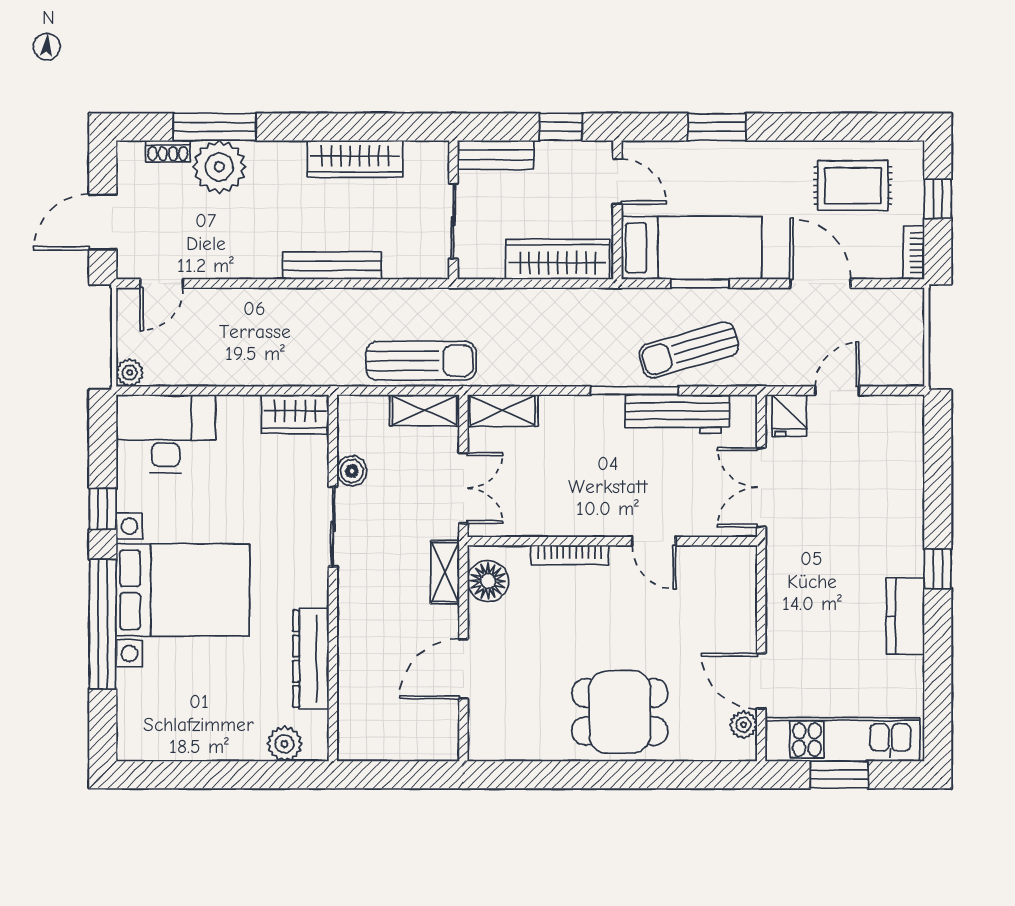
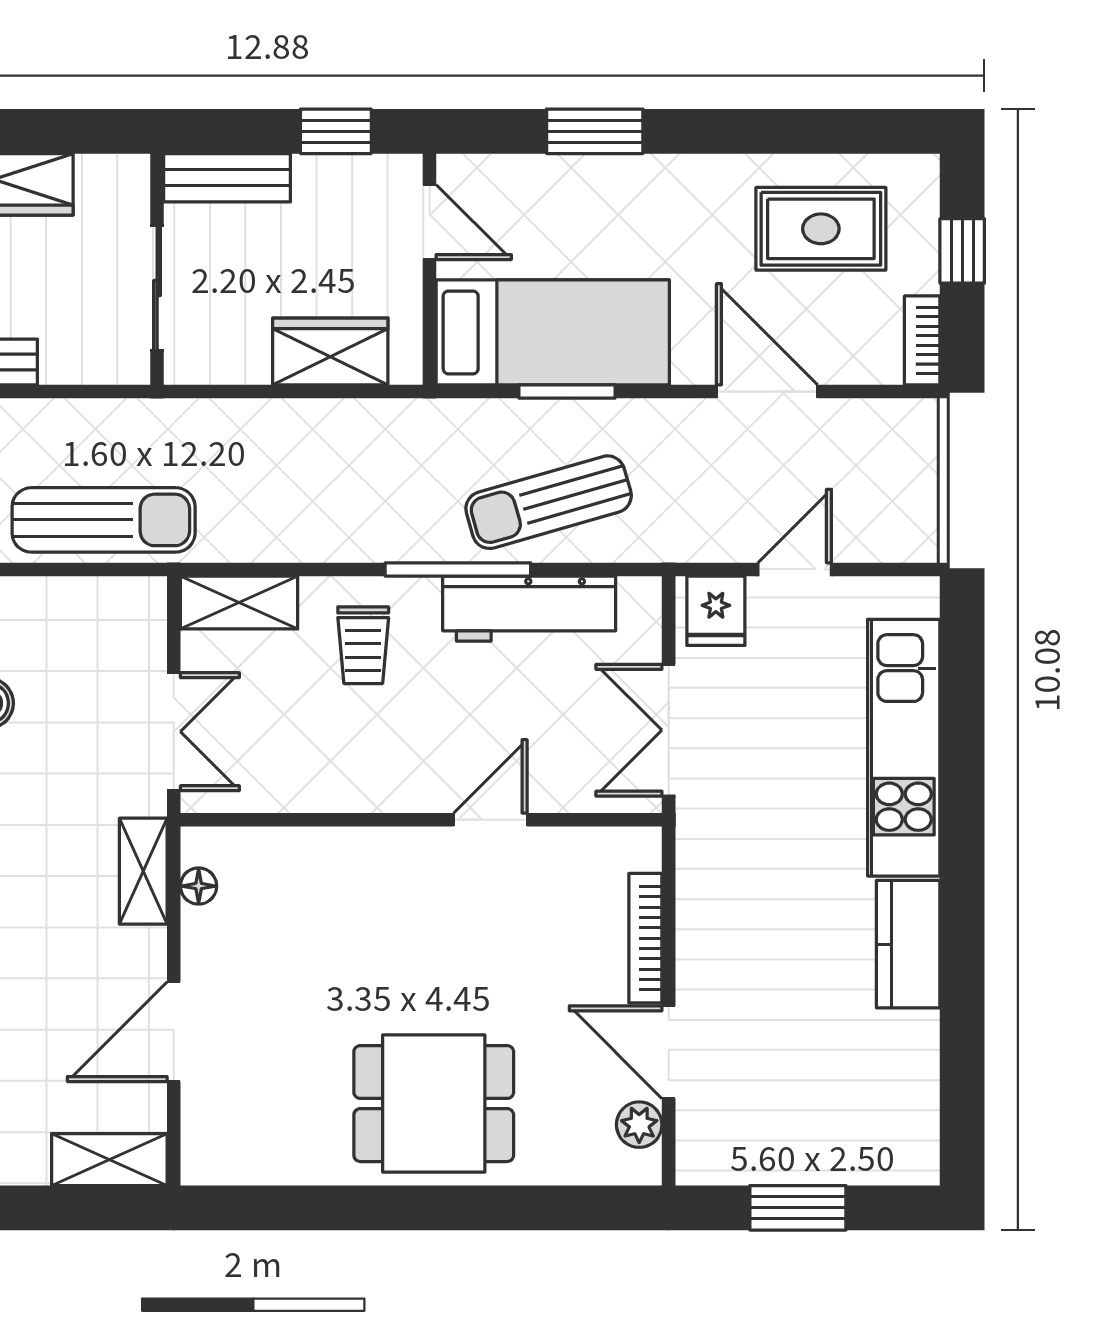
wardrobe: (558, 259) -> (330, 351), width x0.67
shelving: (425, 410) -> (109, 1160), moved
trolley: (577, 436) -> (363, 645), added
door: (654, 541) -> (490, 820), swing flipped
bookcase: (570, 555) -> (645, 938), moved, turned 90
window: (938, 569) -> (962, 866), removed
floor lamp: (488, 581) -> (199, 886), width x0.53, depth x0.53
kitchen unit: (842, 740) -> (904, 748), moved, turned -90

